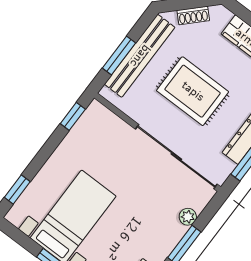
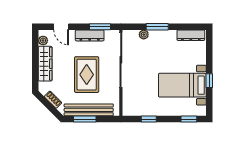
window: (119, 55) -> (85, 119), moved
window: (73, 116) -> (149, 119), moved

